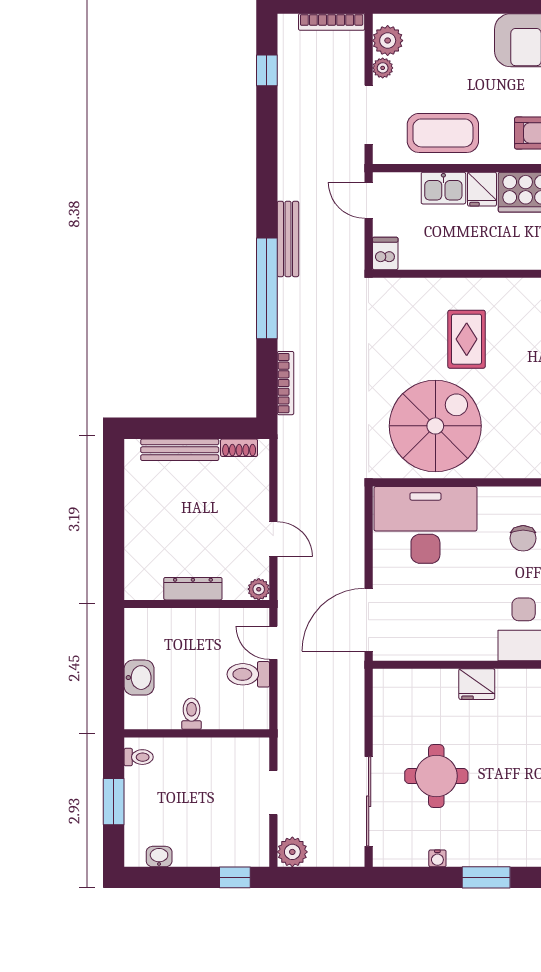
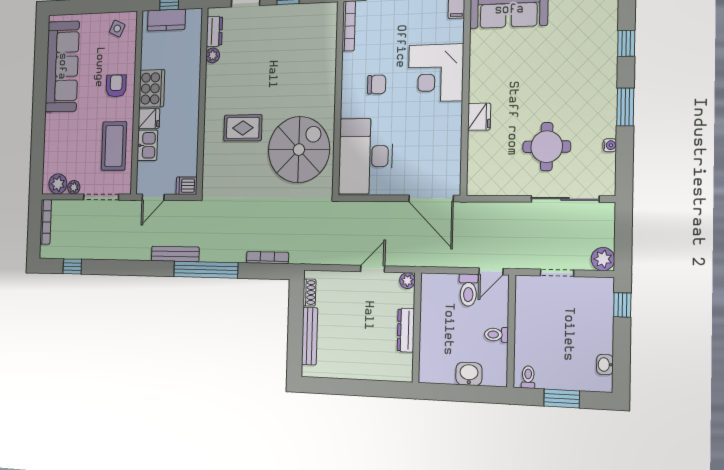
spiral stairs: (435, 426) -> (299, 150), turned 90
door: (273, 643) -> (491, 271), moved

